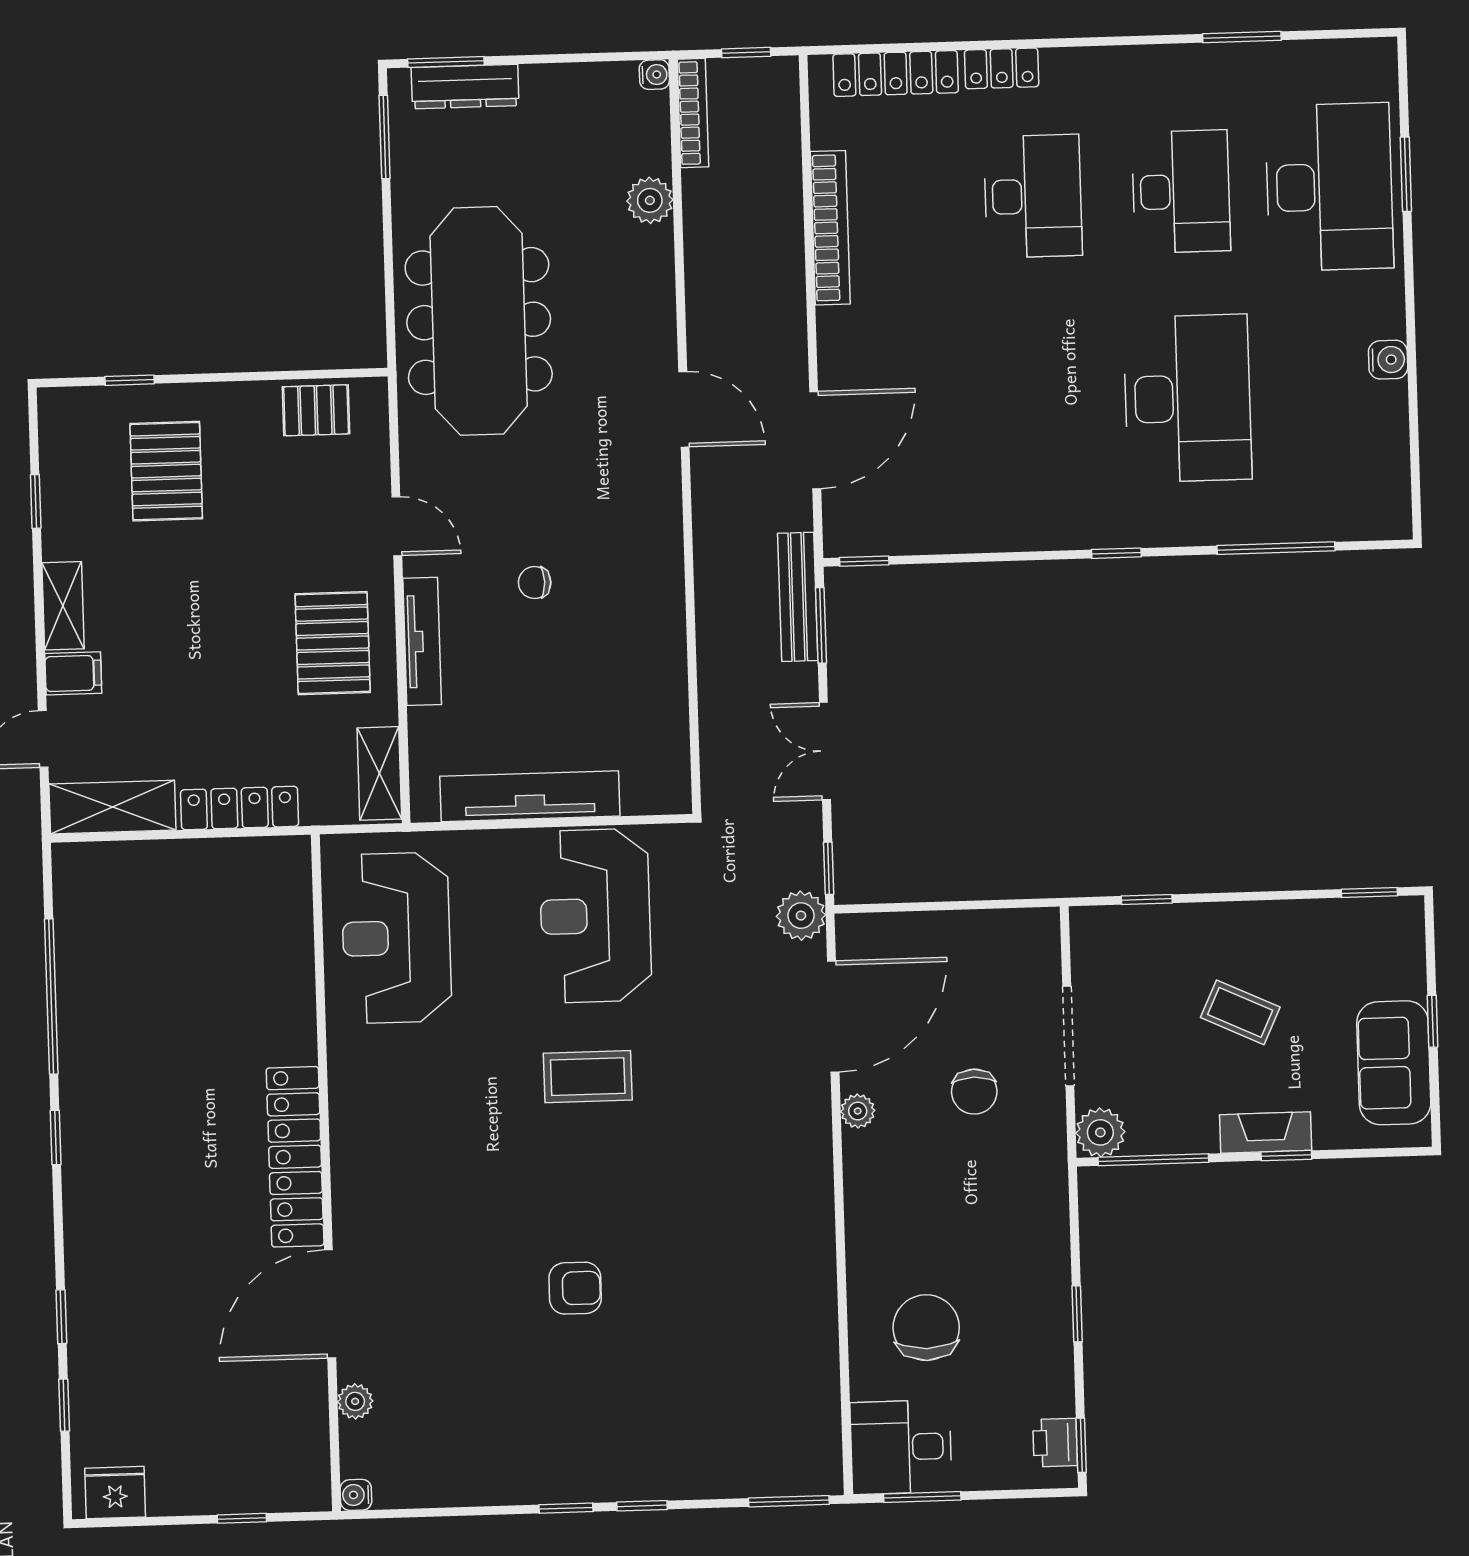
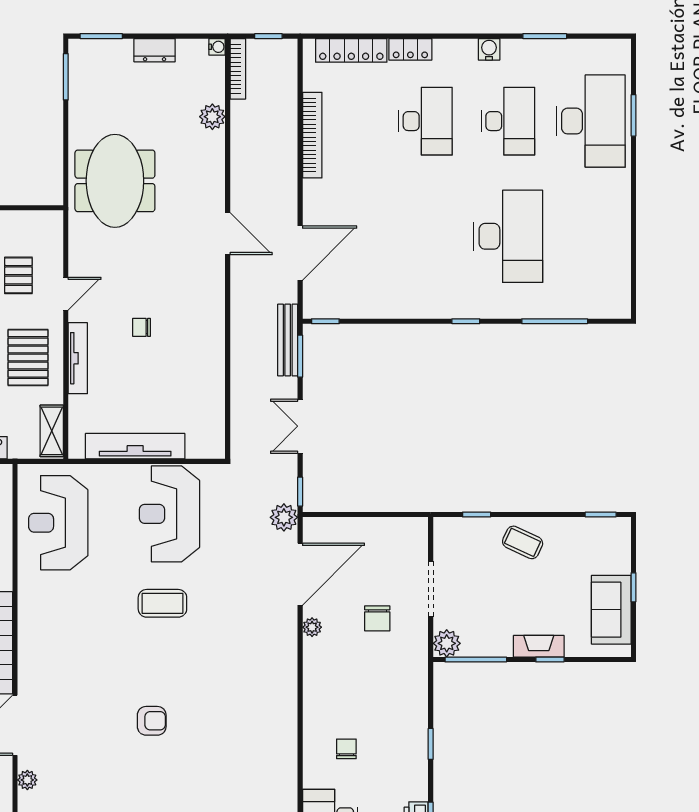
dresser: (465, 87) -> (155, 50), moved, width x0.70
meeting table: (479, 321) -> (115, 181), width x0.73
water cooler: (1388, 360) -> (489, 49), moved, turned -90
pallet: (316, 410) -> (18, 275), moved, turned 90
door: (397, 526) -> (66, 294), hinge flipped
coffee table: (1240, 1012) -> (523, 542), moved
chair: (926, 1328) -> (346, 749), width x0.54, depth x0.54

